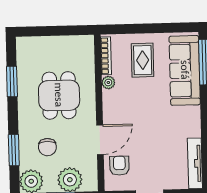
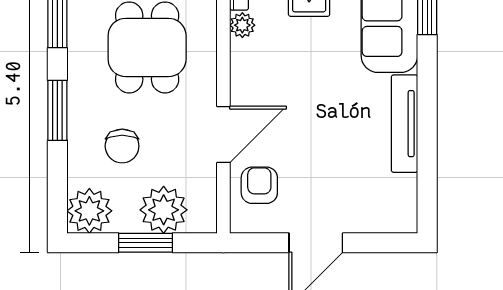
window: (14, 150) -> (57, 110), moved
tv unit: (195, 163) -> (405, 124), moved

